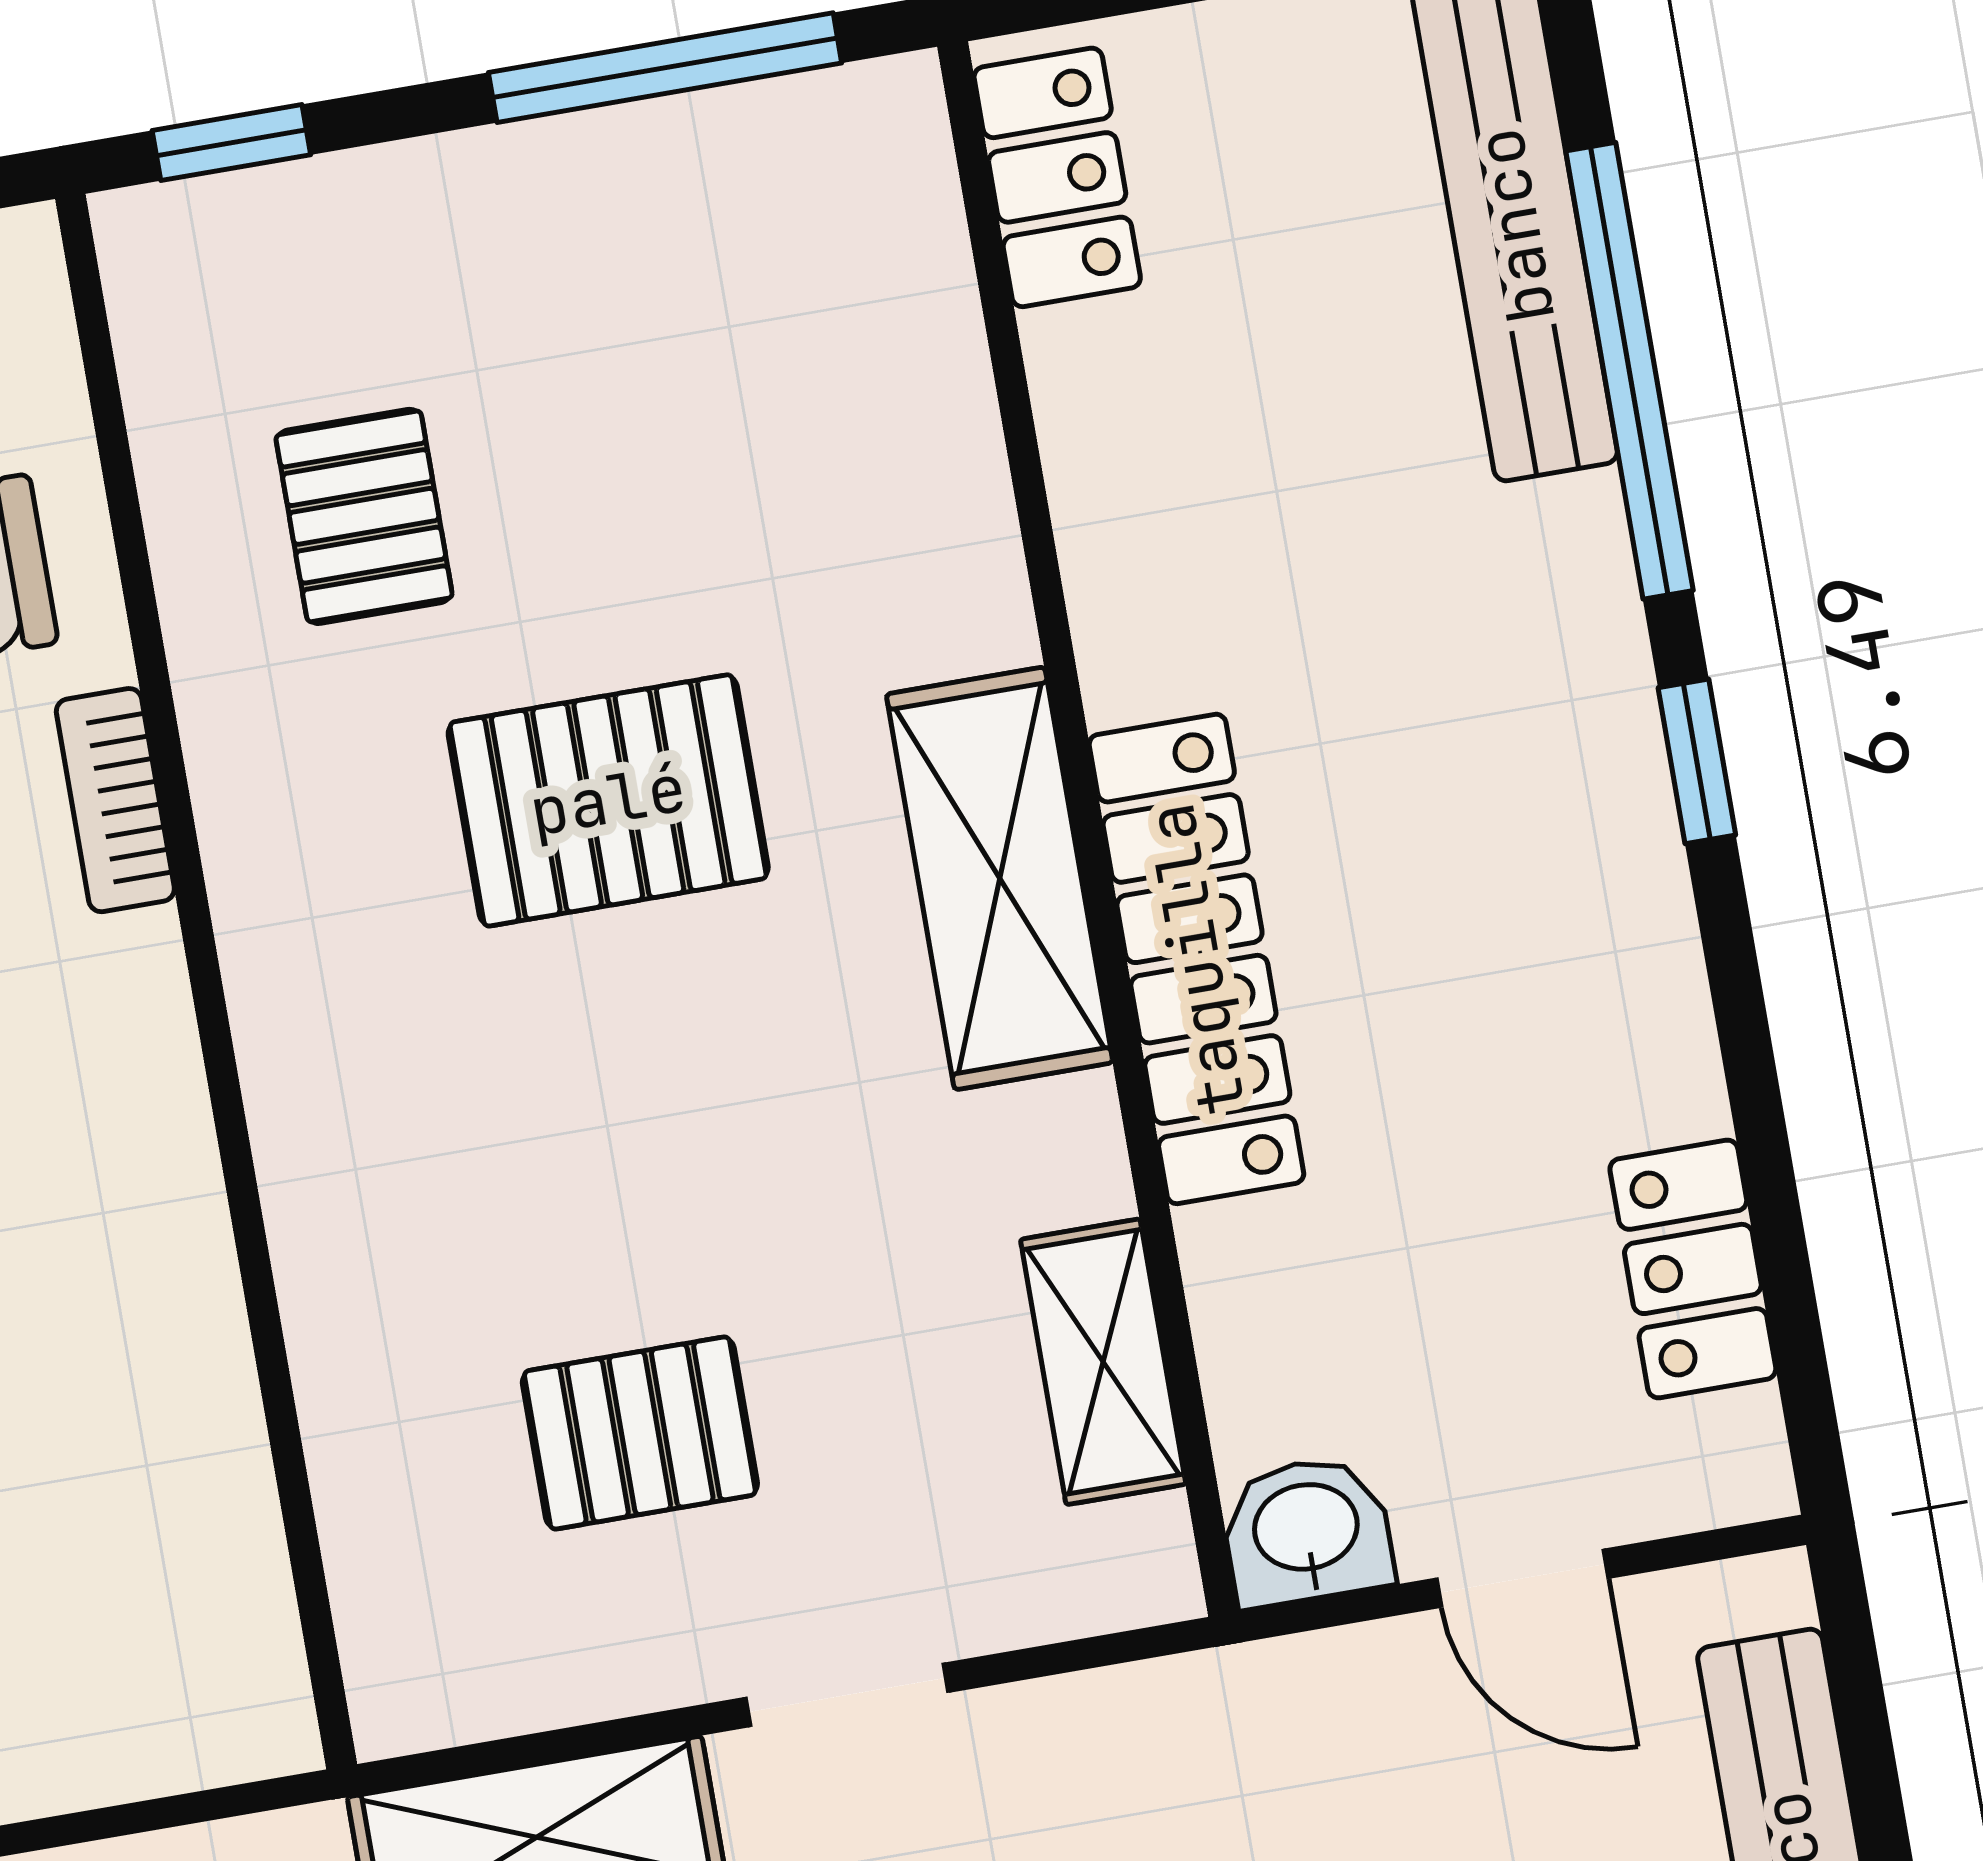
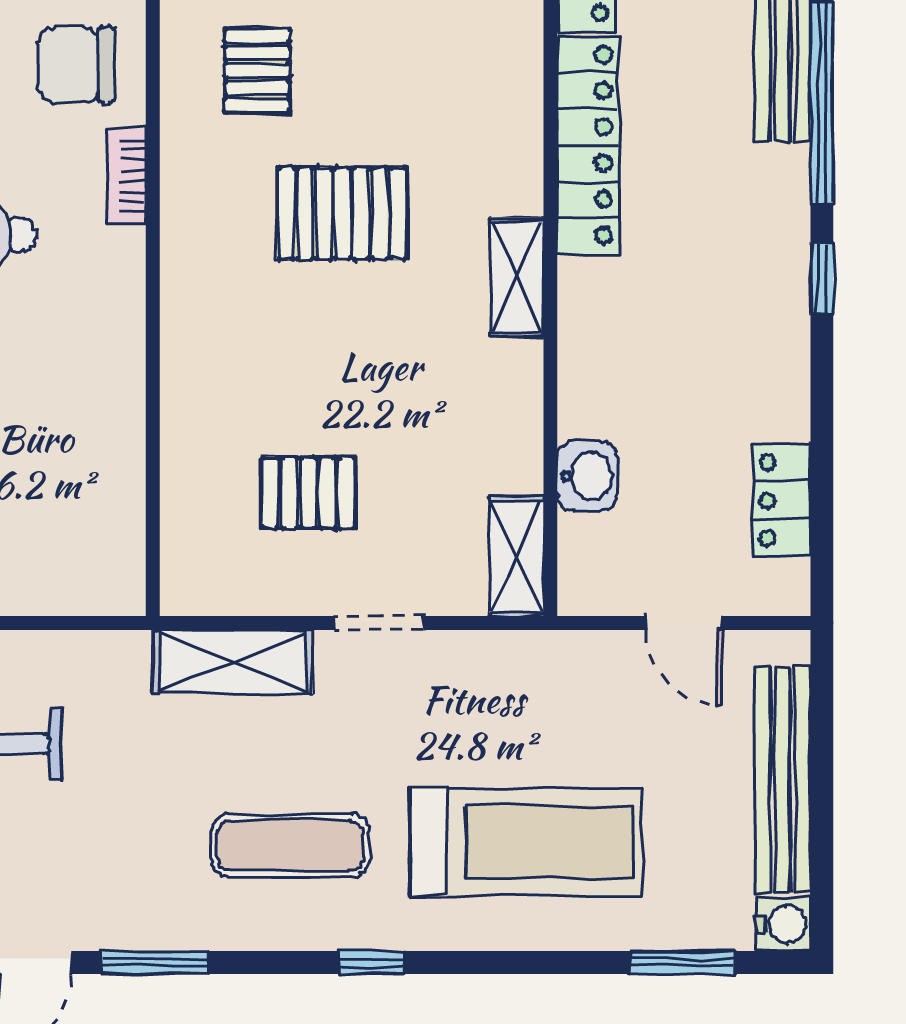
shelving: (1000, 878) -> (517, 277), width x0.67, depth x0.75
locker: (1196, 959) -> (588, 145), moved
shelving: (1103, 1362) -> (517, 556), moved
washbasin: (1307, 1531) -> (587, 476), moved, turned 90

